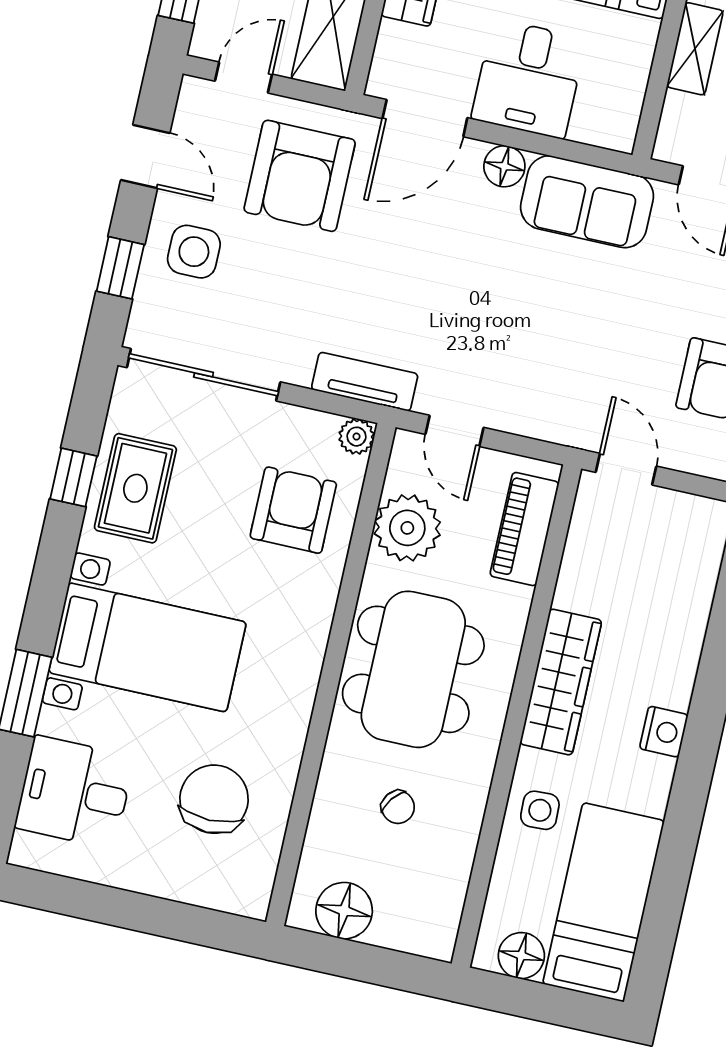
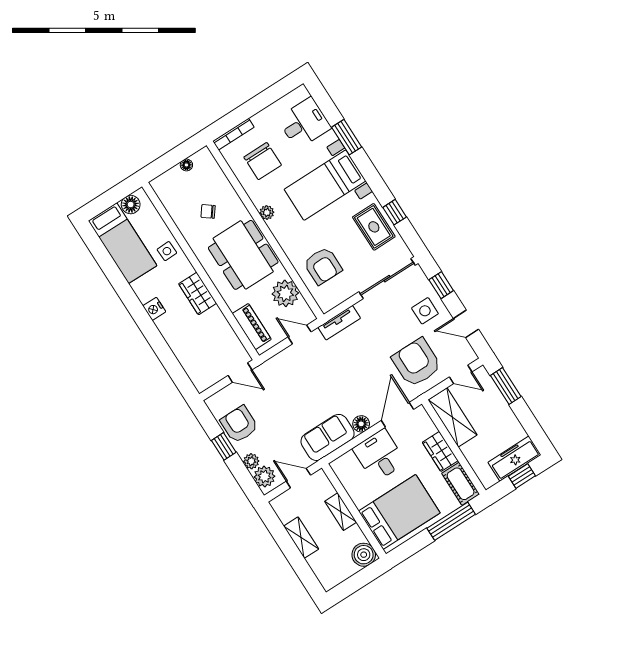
door: (243, 78) -> (461, 374), hinge flipped
plant: (357, 437) -> (267, 212), moved
wardrobe: (561, 682) -> (198, 293), width x0.67
bookcase: (218, 897) -> (233, 134), added
floor lamp: (344, 911) -> (186, 165), width x0.53, depth x0.53

